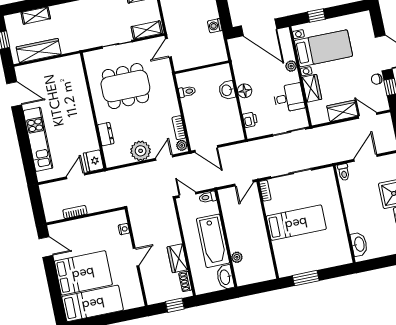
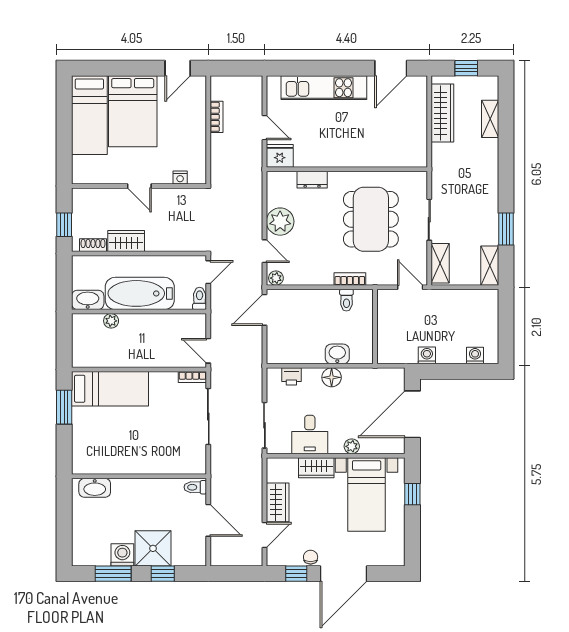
bookcase: (179, 128) -> (350, 279), moved
bed: (296, 223) -> (110, 389), moved, turned -90

